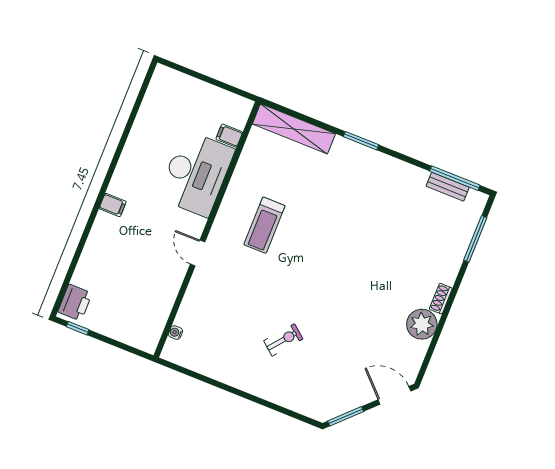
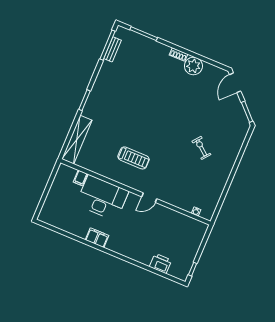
filing cabinet: (113, 205) -> (97, 238), moved, width x2.00
printer: (75, 303) -> (160, 263), moved

